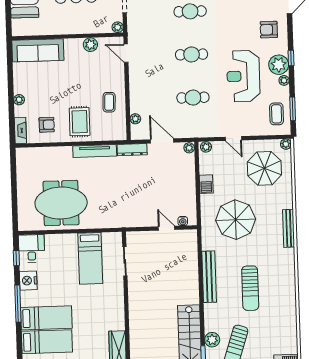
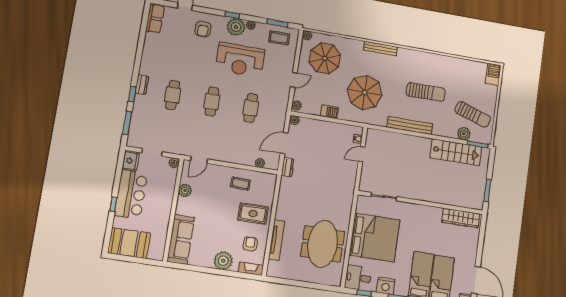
plant: (19, 100) -> (223, 261), width x1.87, depth x1.87
dresser: (132, 150) -> (288, 167), width x0.70
tv unit: (95, 151) -> (277, 240), moved
bed: (90, 258) -> (374, 238), width x2.04

